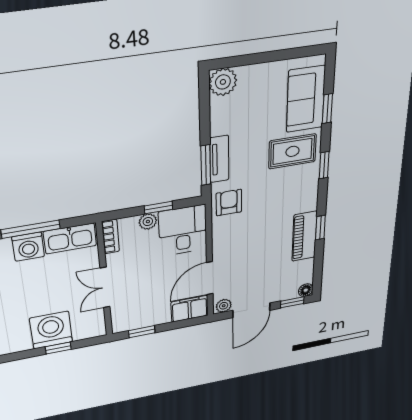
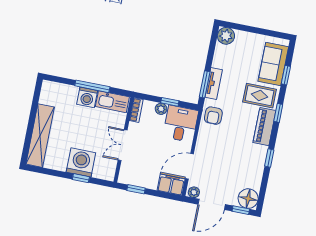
armchair: (229, 203) -> (213, 116), turned 180
piano: (305, 236) -> (264, 127), moved
floor lamp: (306, 290) -> (248, 199), width x1.89, depth x1.89

